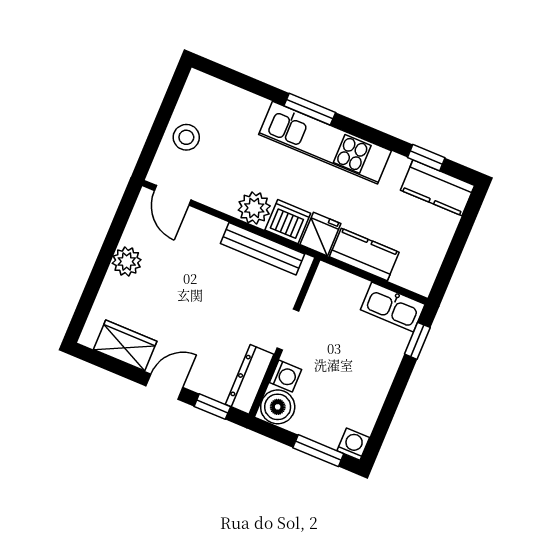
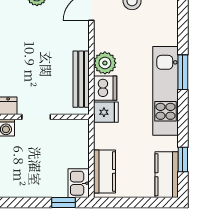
kitchen counter: (364, 254) -> (104, 171), moved
kitchen sink: (393, 307) -> (79, 183), width x0.73

